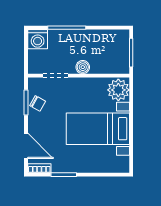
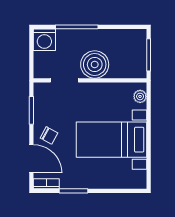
boiler: (83, 67) -> (95, 64), width x1.86, depth x1.86
plant: (118, 90) -> (140, 96), width x0.53, depth x0.53
chair: (38, 103) -> (49, 135), moved

